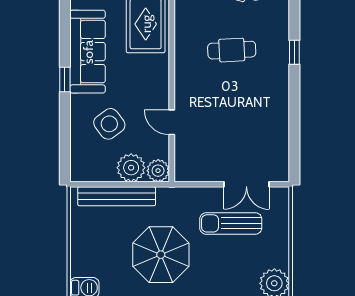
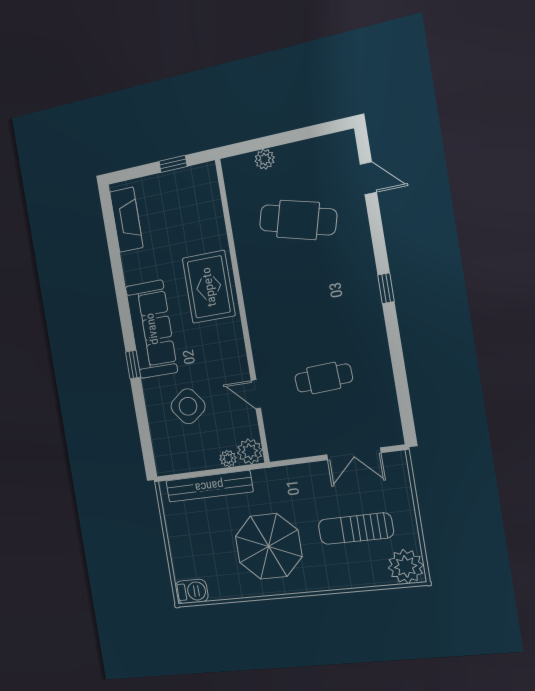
cafe table: (232, 50) -> (324, 378), moved
plant: (131, 168) -> (228, 459), width x0.53, depth x0.53
sun lounger: (231, 223) -> (356, 529), moved

